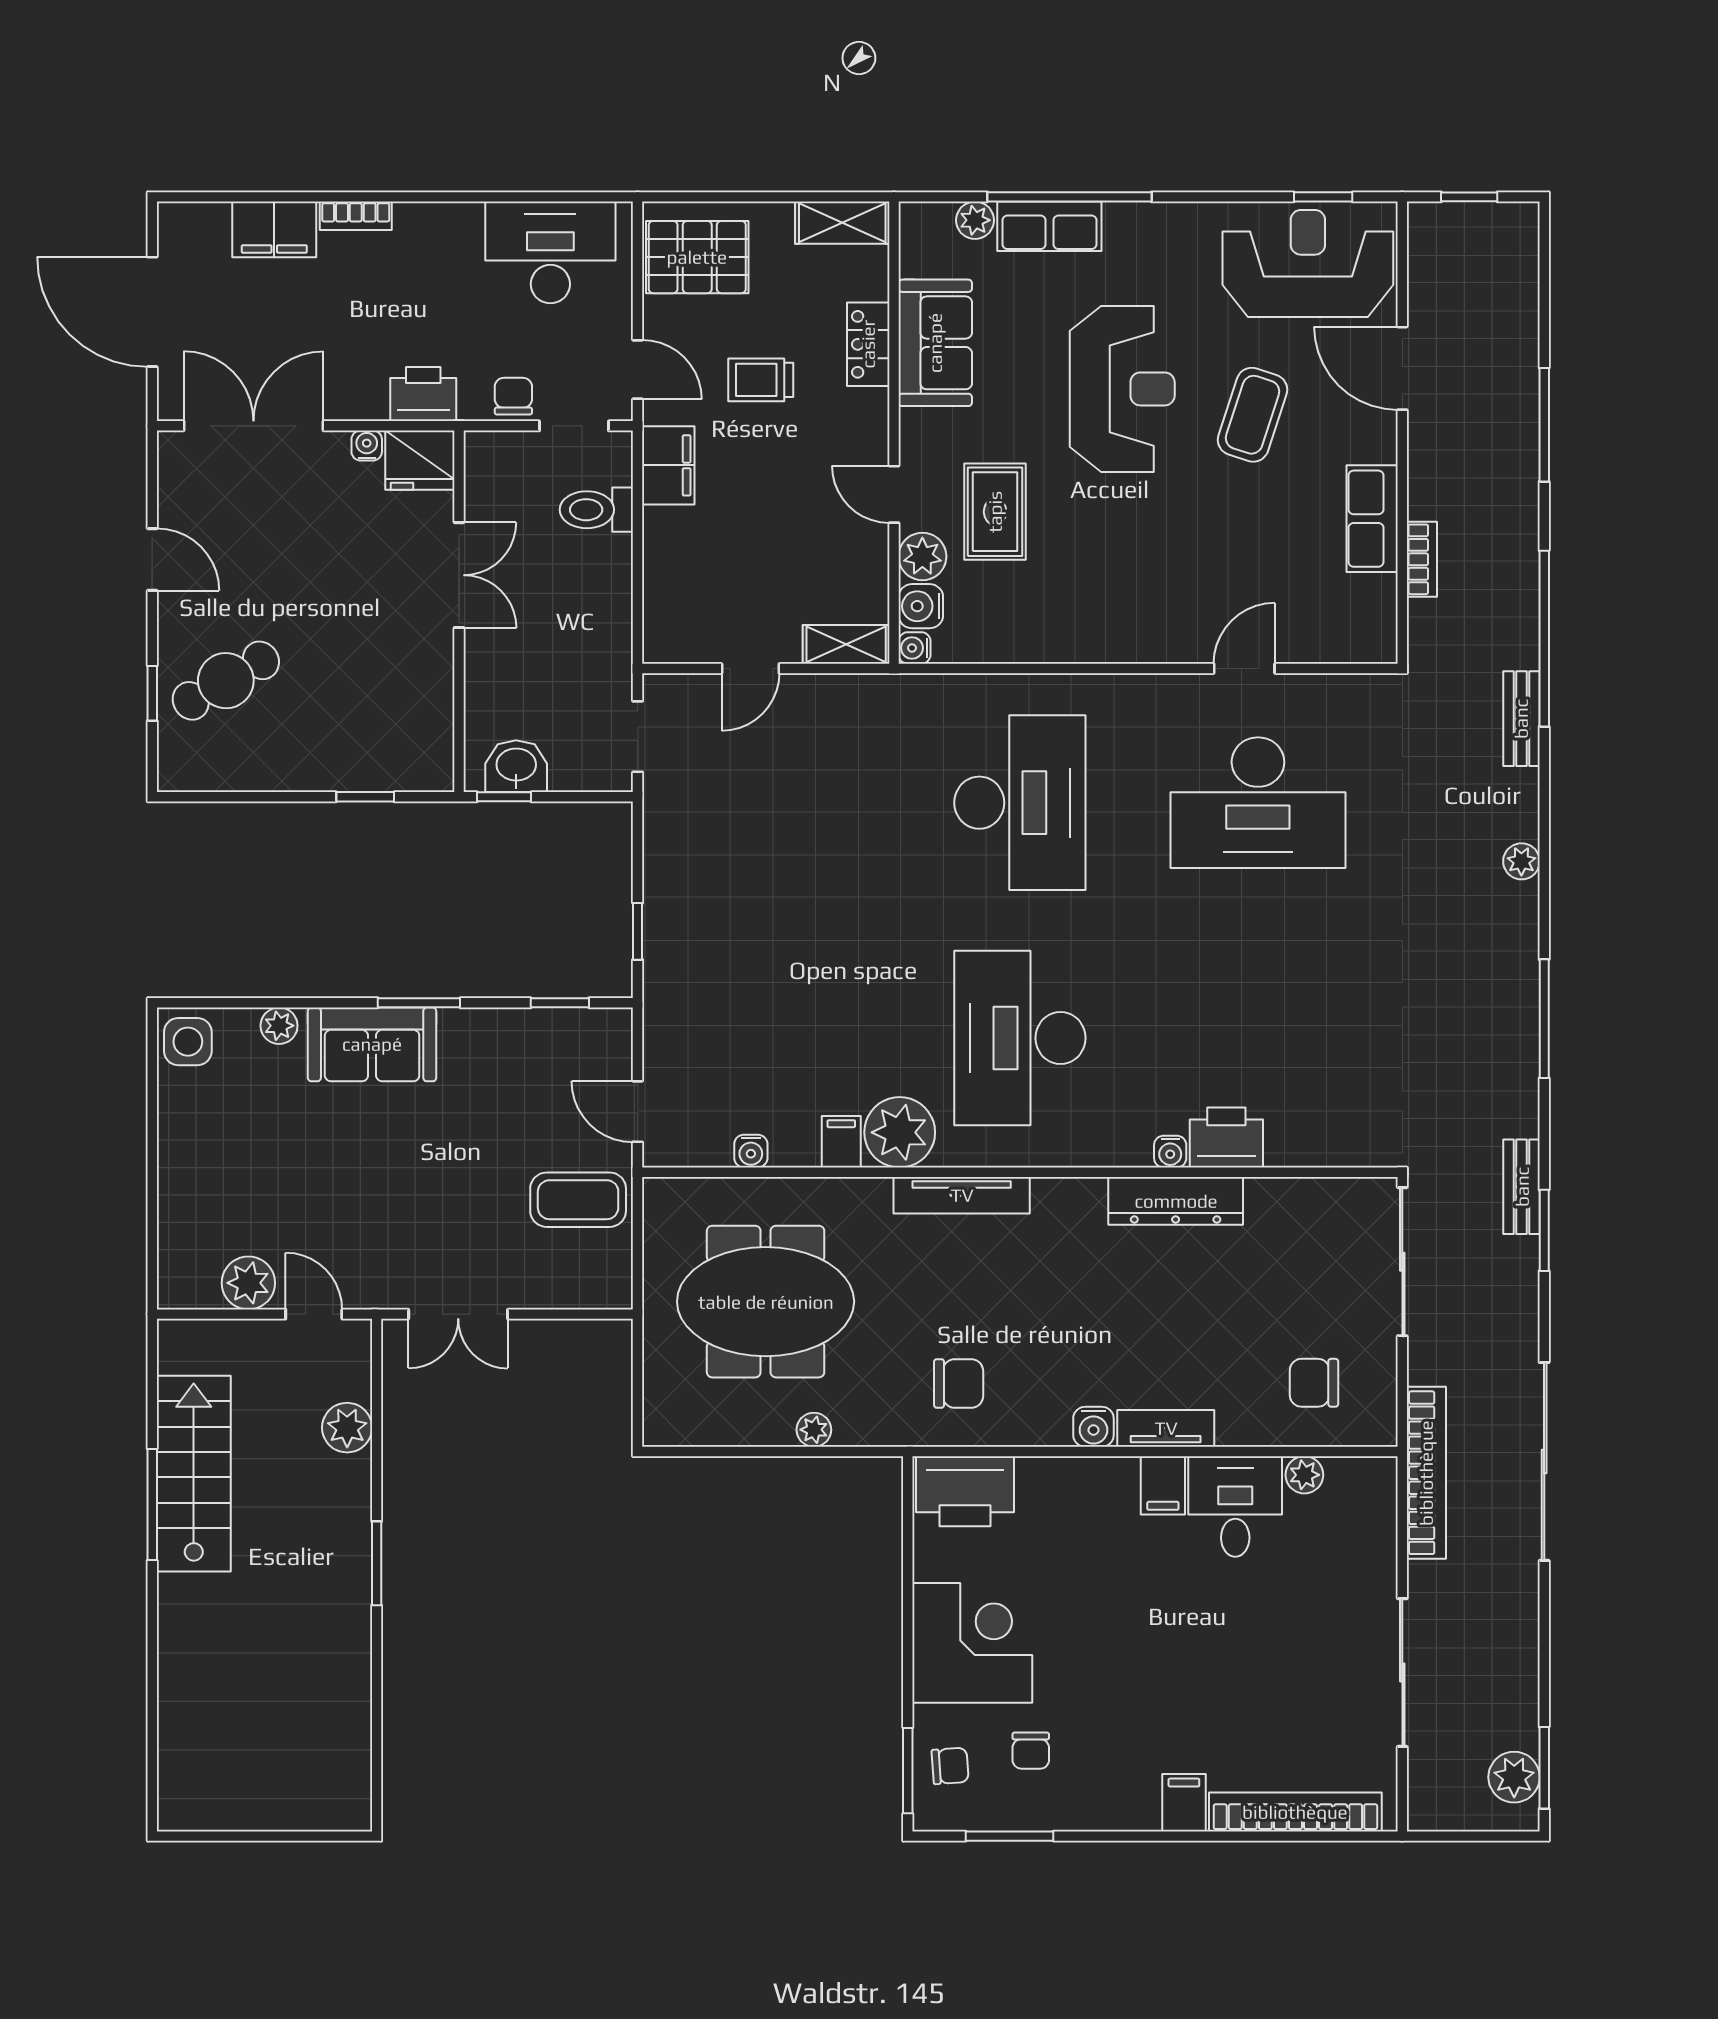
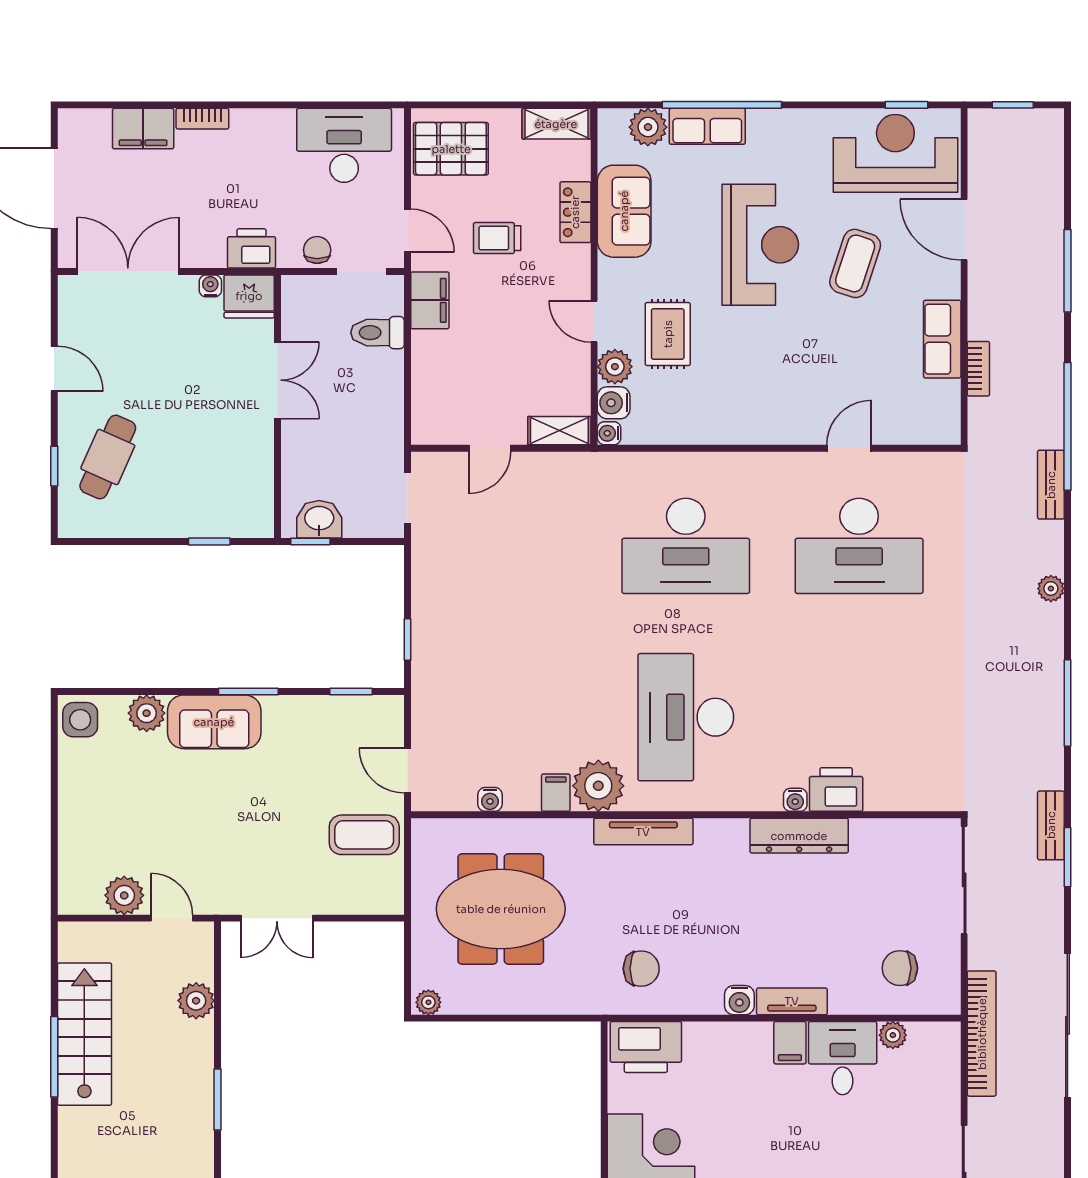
plant: (975, 220) -> (648, 127), width x1.38, depth x1.38
cafe table: (226, 681) -> (108, 457), turned -36
desk: (1020, 803) -> (686, 546), turned 90
plant: (279, 1026) -> (147, 713), width x1.38, depth x1.38
plant: (814, 1430) -> (428, 1002), moved

